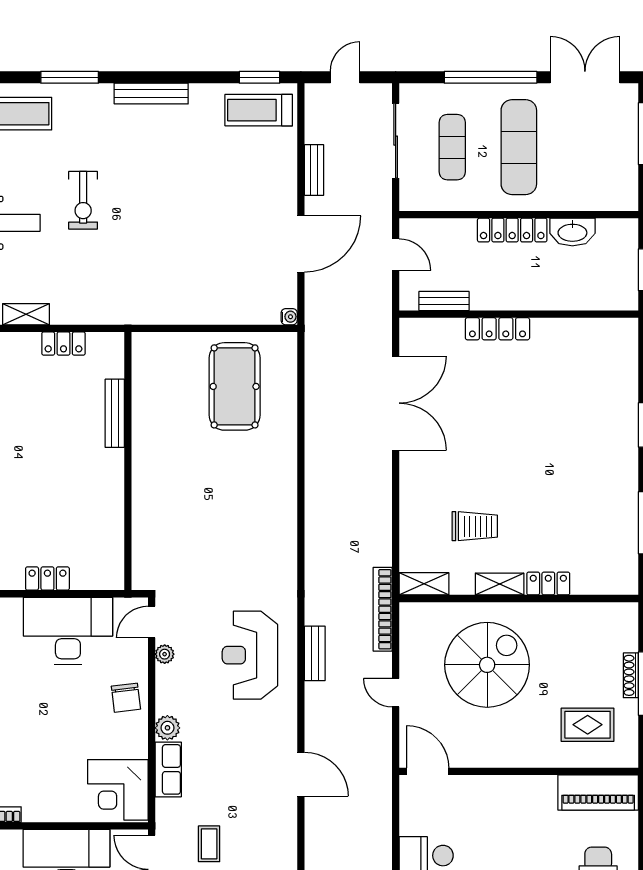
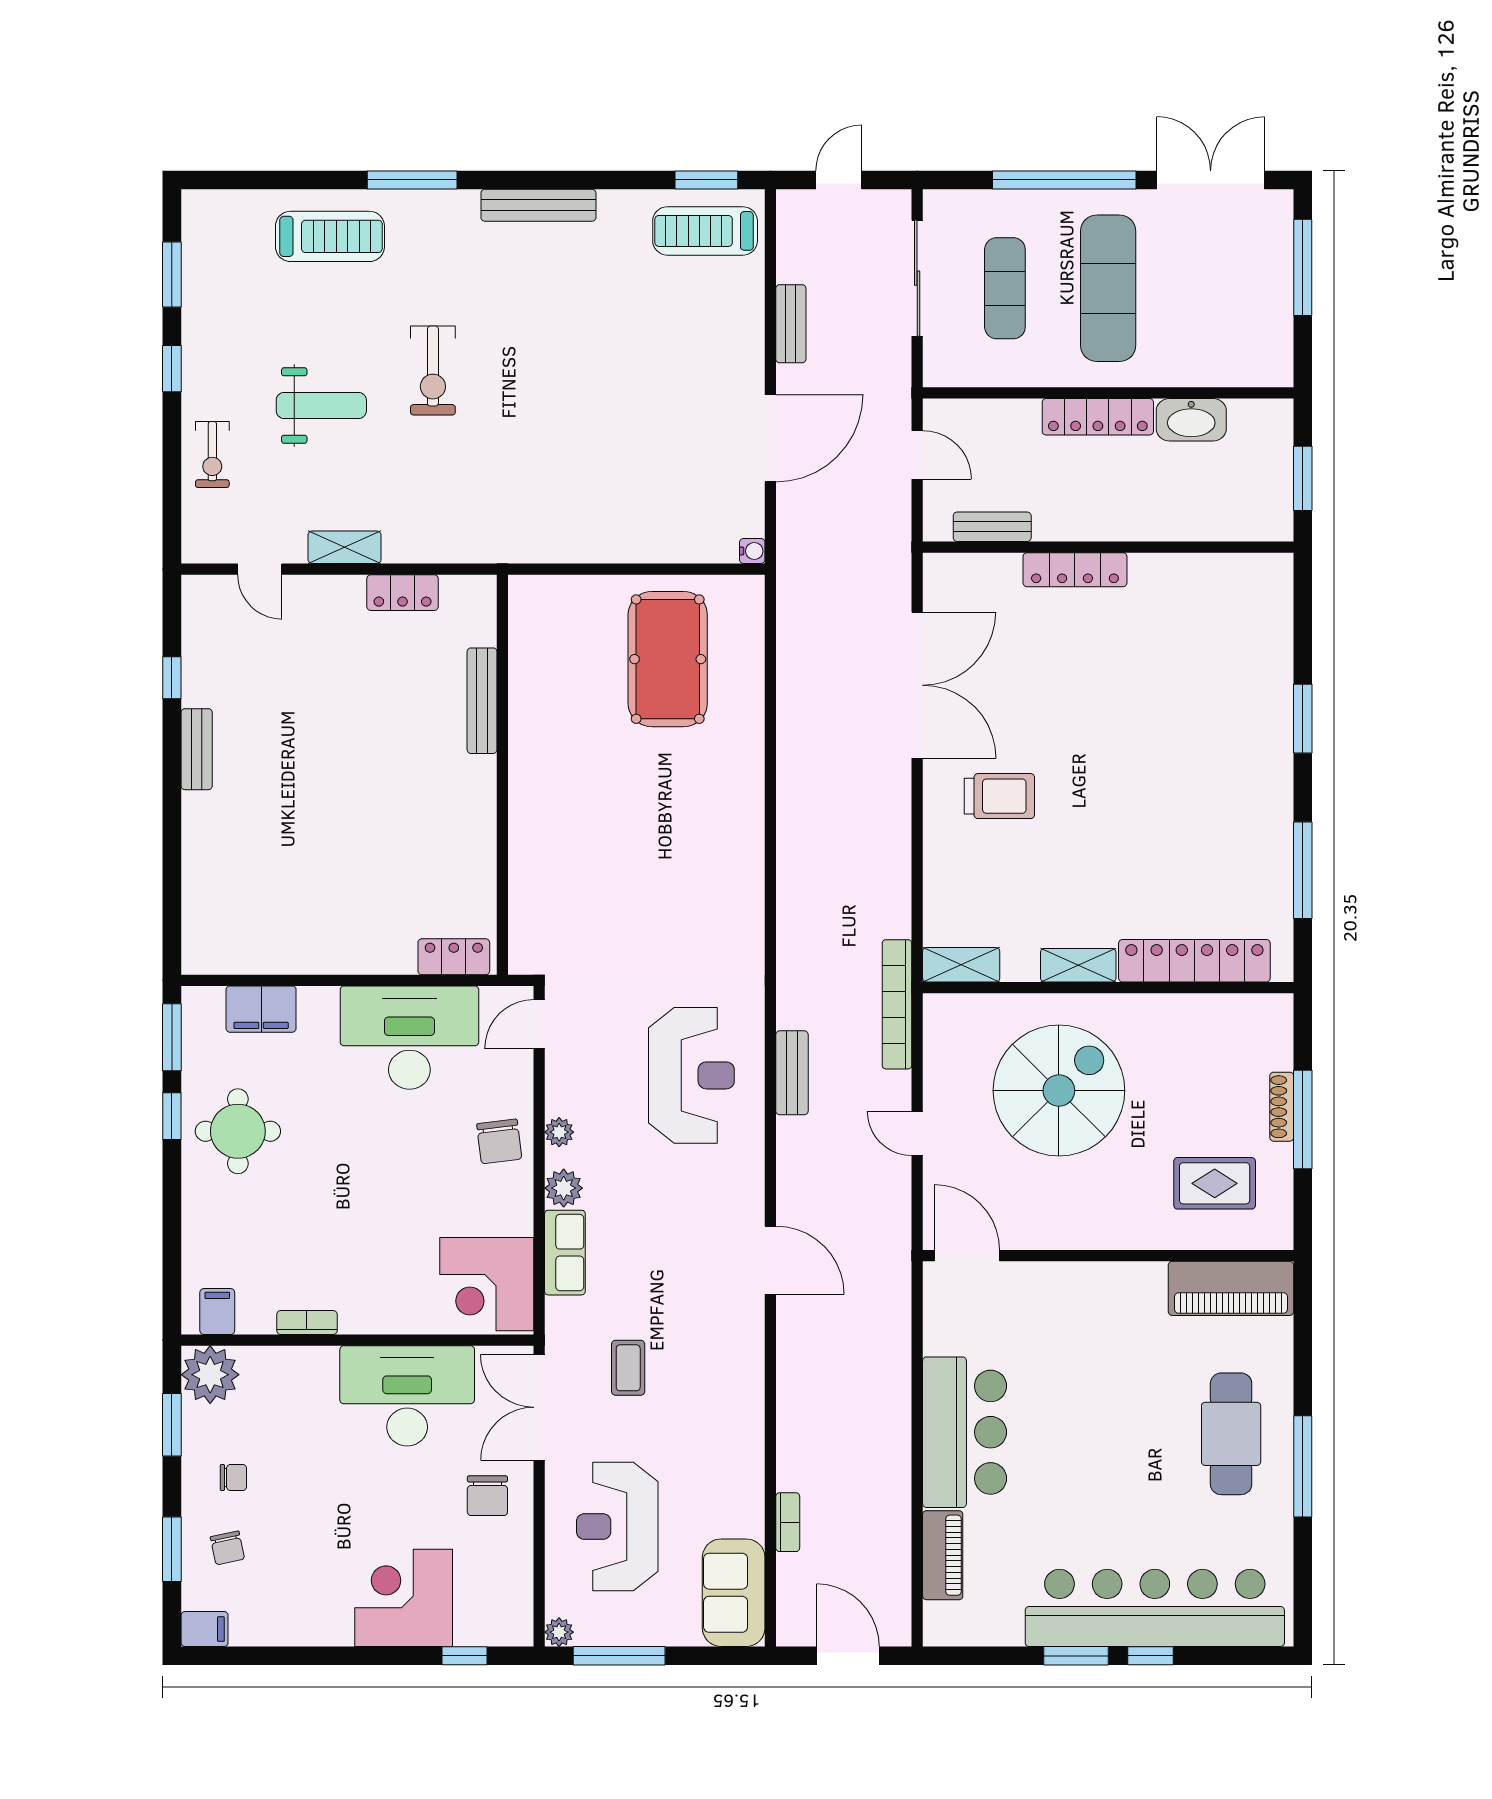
trolley: (475, 526) -> (999, 796), moved
locker: (47, 579) -> (454, 957), moved
locker: (548, 583) -> (1194, 961), width x2.16, depth x1.21
plant: (165, 654) -> (559, 1132), moved
reception desk: (250, 655) -> (691, 1075), turned 180

